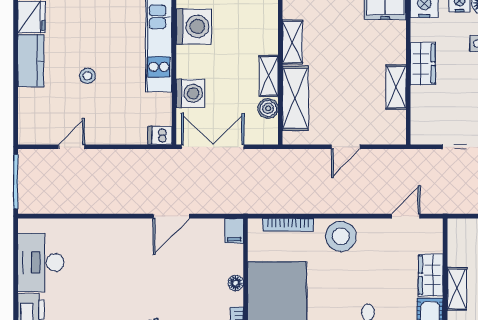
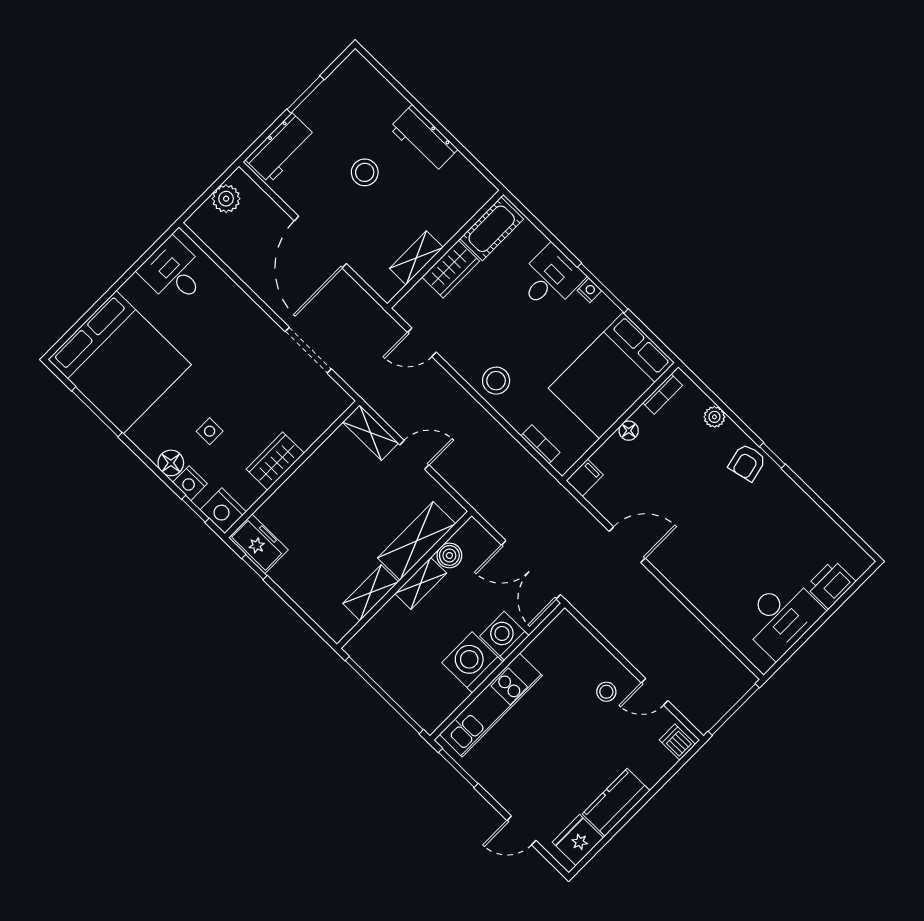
washing machine: (194, 26) -> (472, 662), moved
stool: (87, 76) -> (606, 692), moved
shelving: (396, 87) -> (370, 433), moved, turned 90
dishwasher: (160, 135) -> (677, 742), moved, turned 180
bookcase: (288, 225) -> (540, 444), width x0.64
stool: (341, 236) -> (496, 381), width x0.73, depth x0.73
shelving: (457, 289) -> (416, 258), moved

